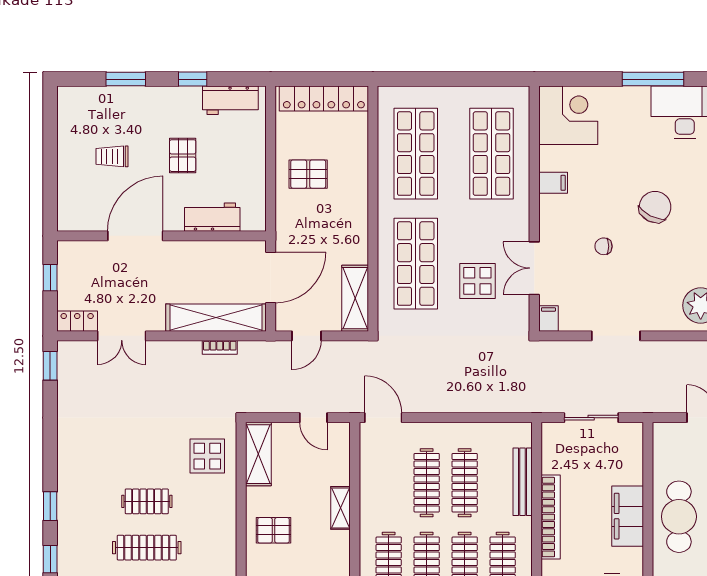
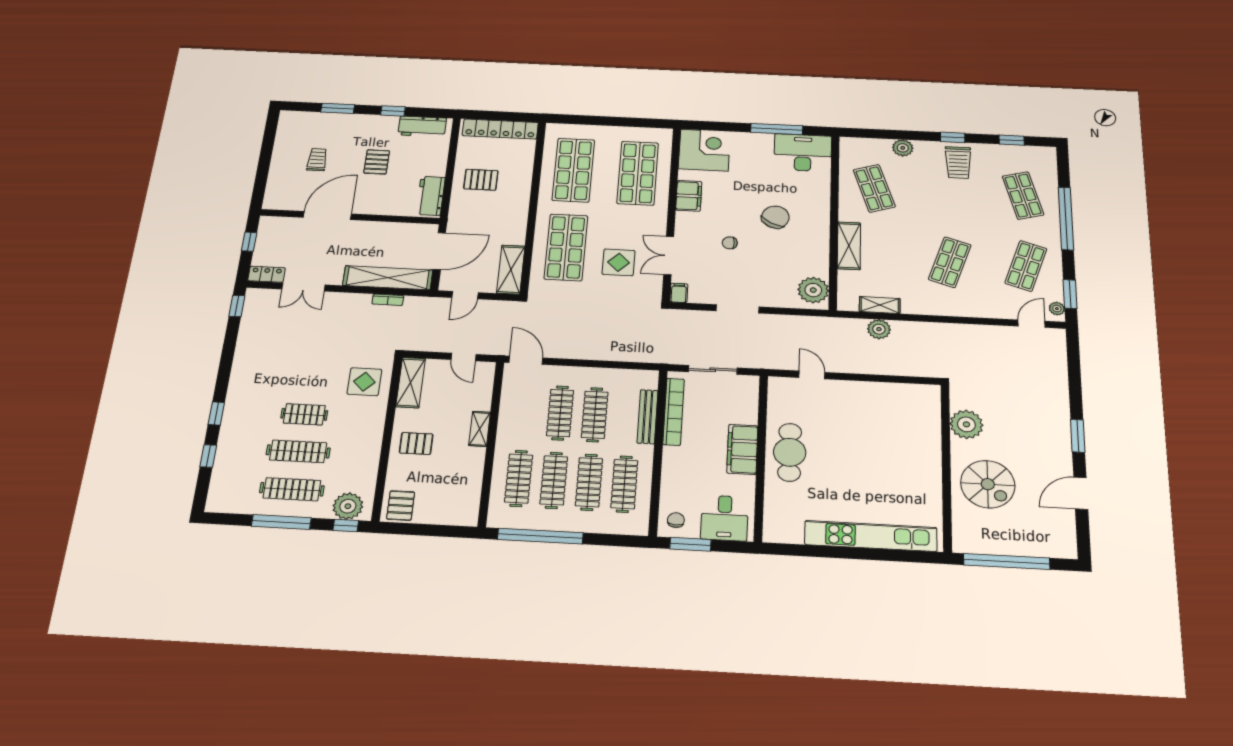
trolley: (112, 156) -> (317, 160), turned 90
filing cabinet: (553, 183) -> (689, 196), width x2.00
workbench: (212, 217) -> (431, 196), moved, turned -90
bookcase: (551, 517) -> (674, 412), moved

